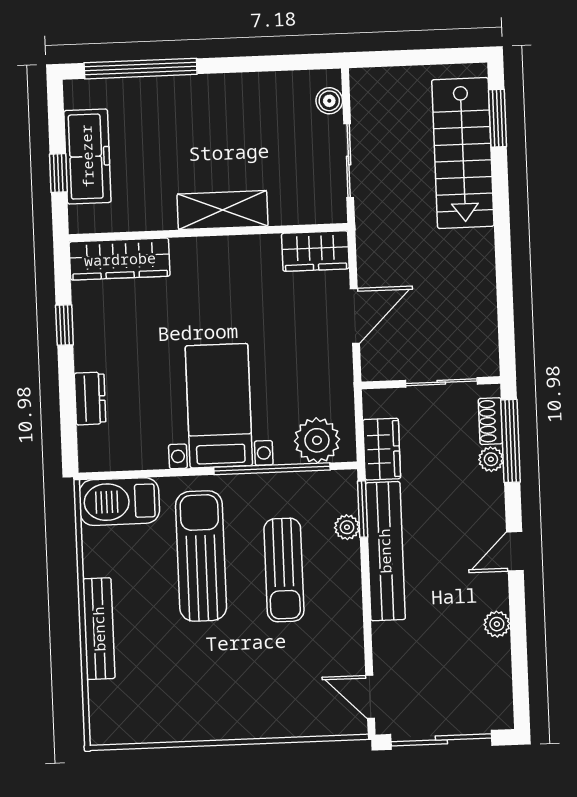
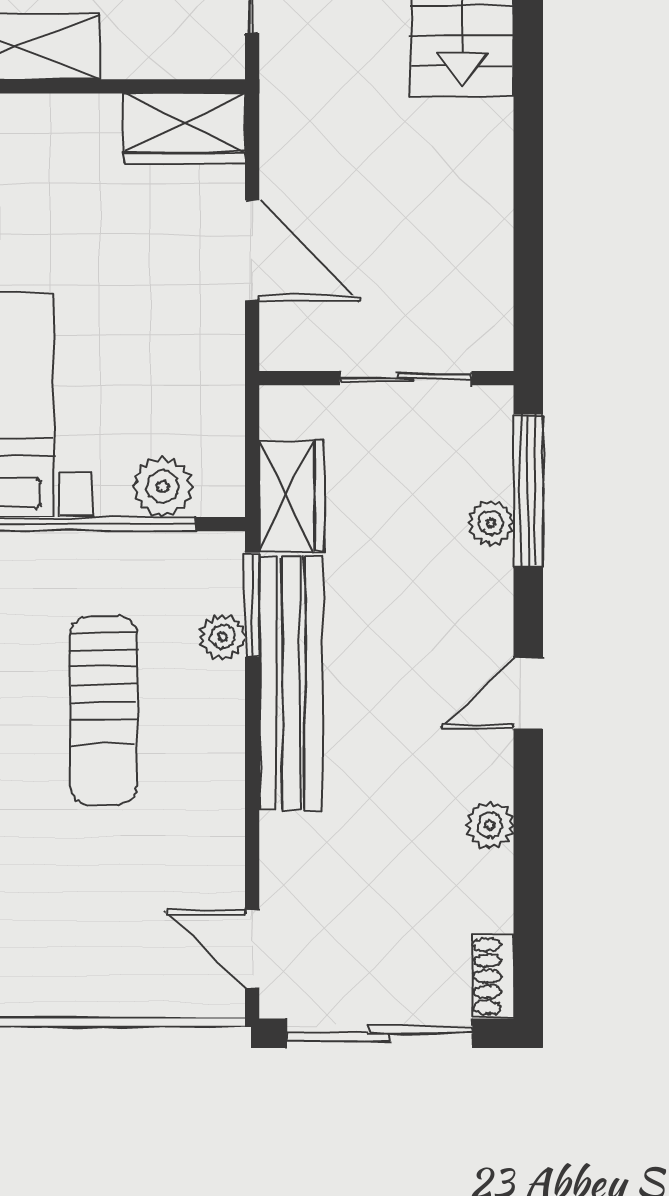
door: (355, 316) -> (252, 250), hinge flipped
shoe rack: (491, 421) -> (493, 976), moved
plant: (317, 440) -> (163, 486), width x0.73, depth x0.73

